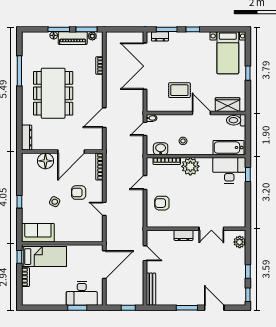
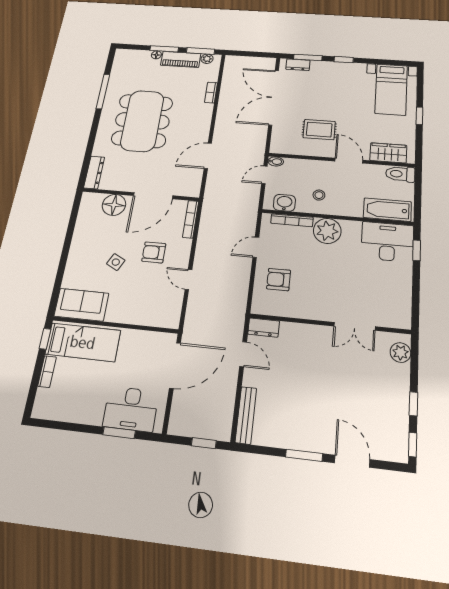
window: (19, 202) -> (64, 257), removed
dresser: (184, 235) -> (264, 328), moved

